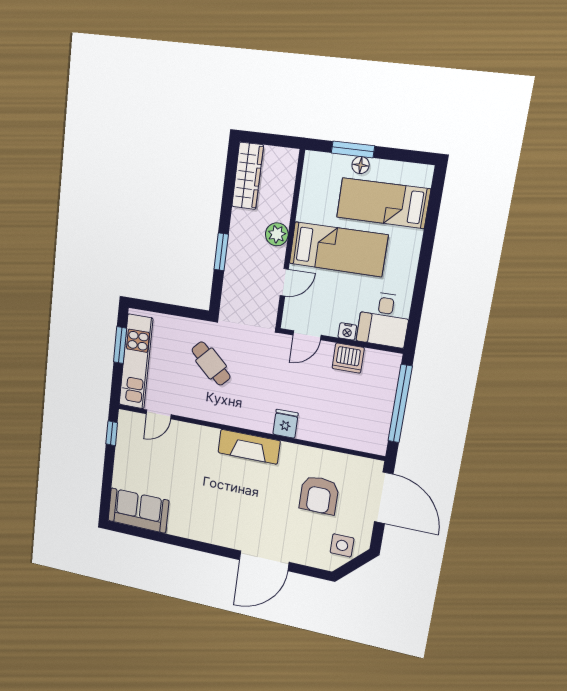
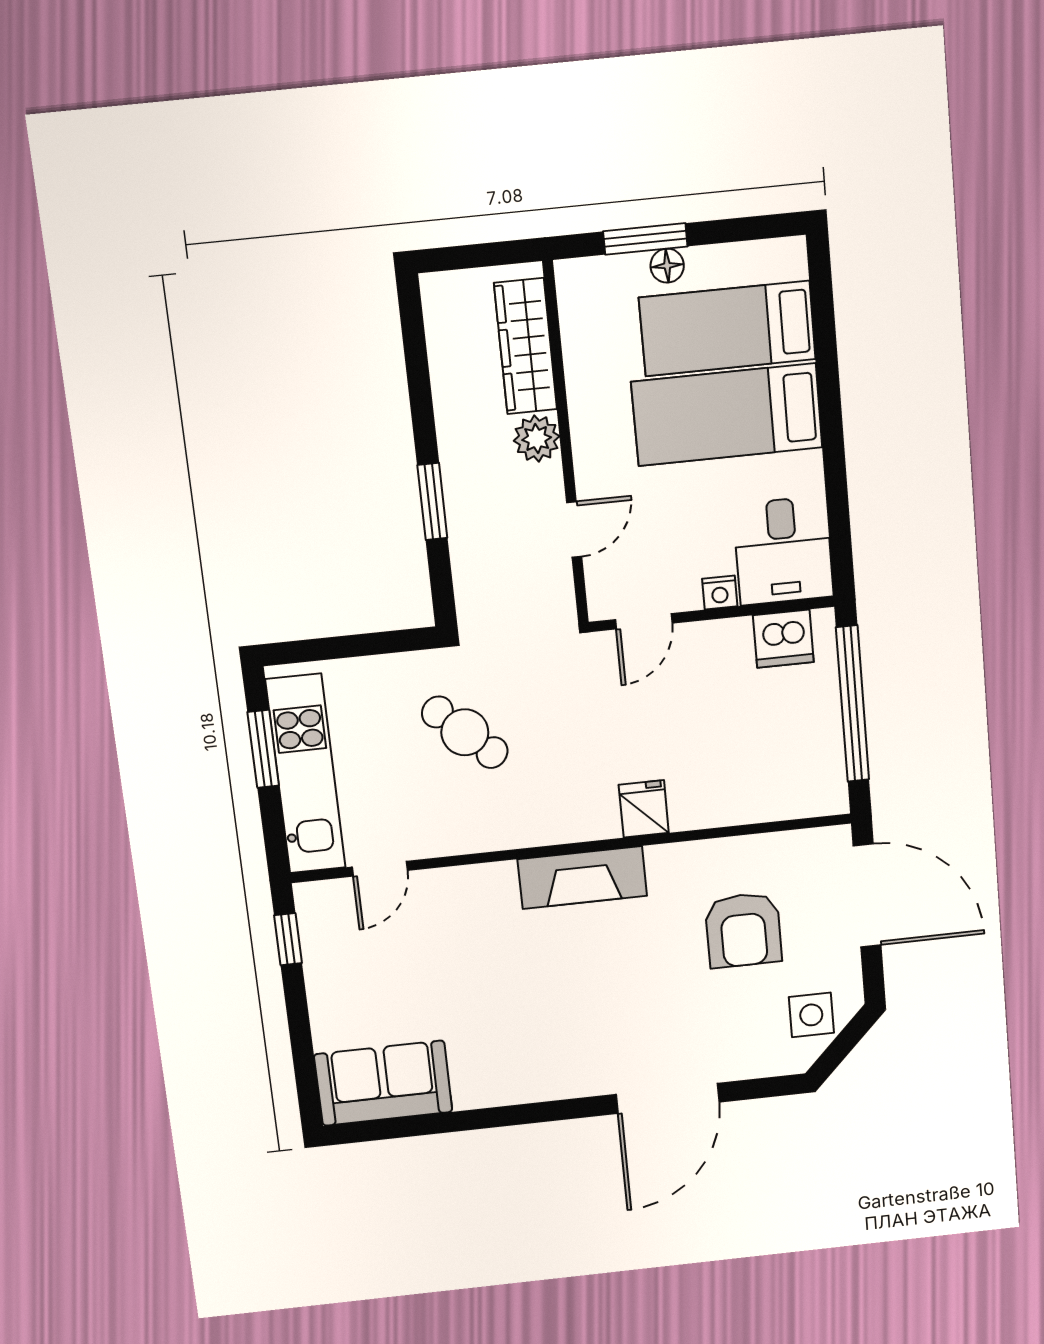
wardrobe: (248, 176) -> (526, 346), moved, turned 180
bed: (338, 249) -> (727, 415), moved, turned 180
dishwasher: (348, 358) -> (783, 639), moved

